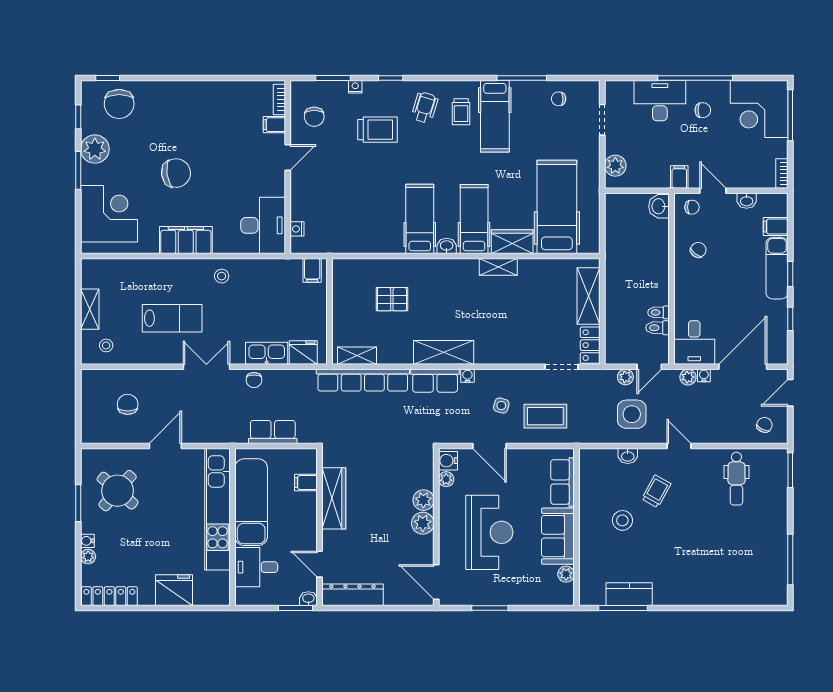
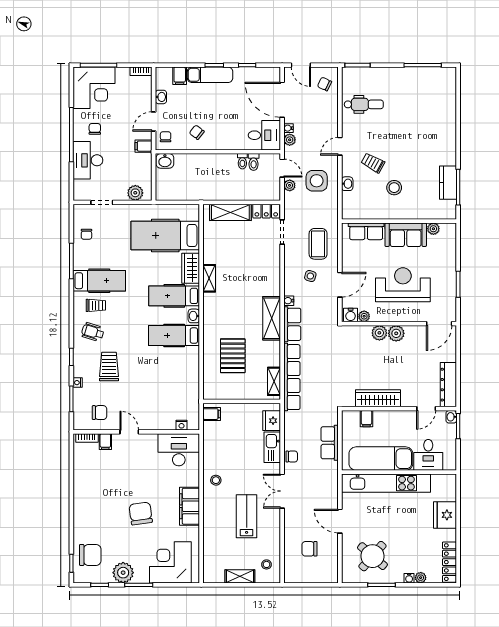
pallet: (392, 299) -> (233, 356), width x1.50, depth x1.42

